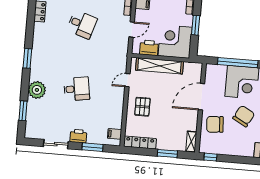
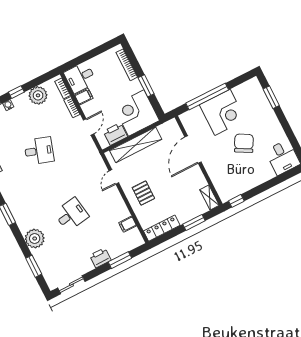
chair: (215, 124) -> (222, 168), removed
filing cabinet: (115, 134) -> (128, 224), moved
sliding door: (56, 144) -> (71, 285), moved

